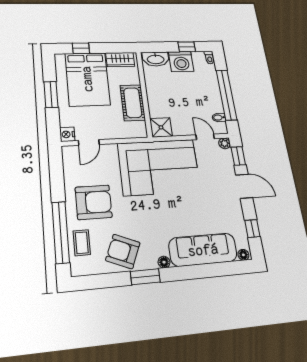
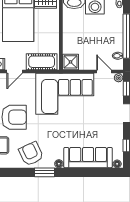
cot: (133, 103) -> (42, 62), moved, turned 90
armchair: (123, 251) -> (31, 154), turned 42

